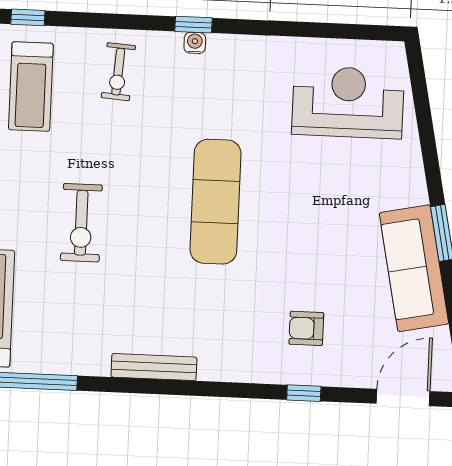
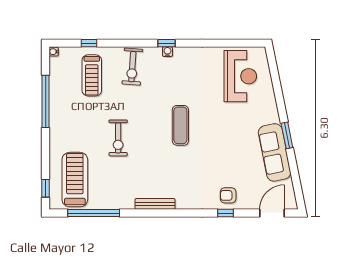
exercise bike: (118, 72) -> (132, 67), width x1.38, depth x1.39
reception desk: (348, 102) -> (240, 76), turned 90
exercise mat: (216, 202) -> (180, 125), width x0.73, depth x0.69
armchair: (306, 328) -> (228, 195), moved

